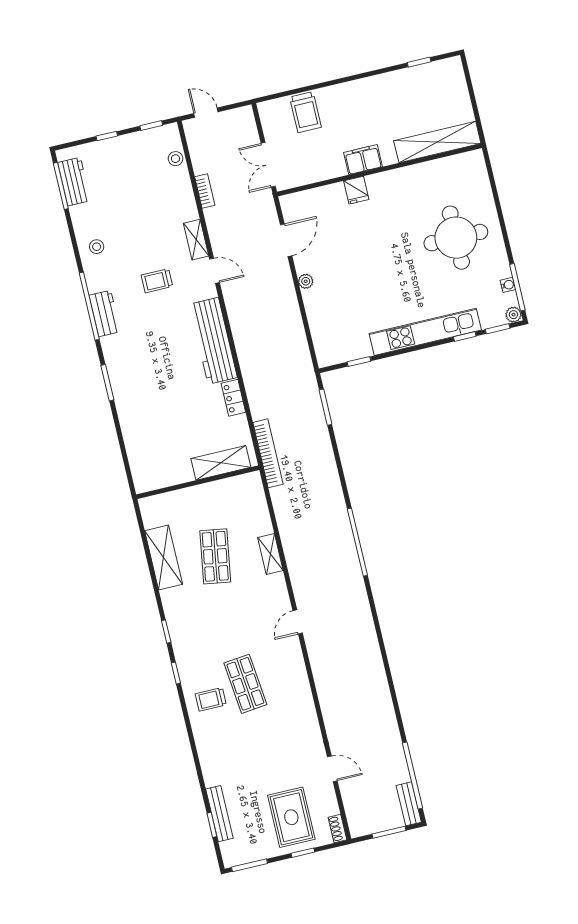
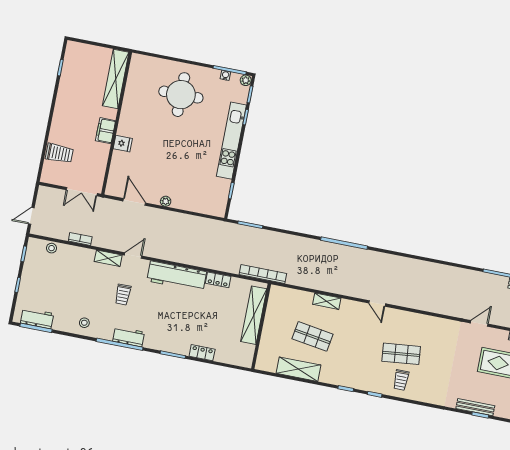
locker: (128, 420) -> (202, 353), added
shelving: (221, 463) -> (254, 315), width x1.47

